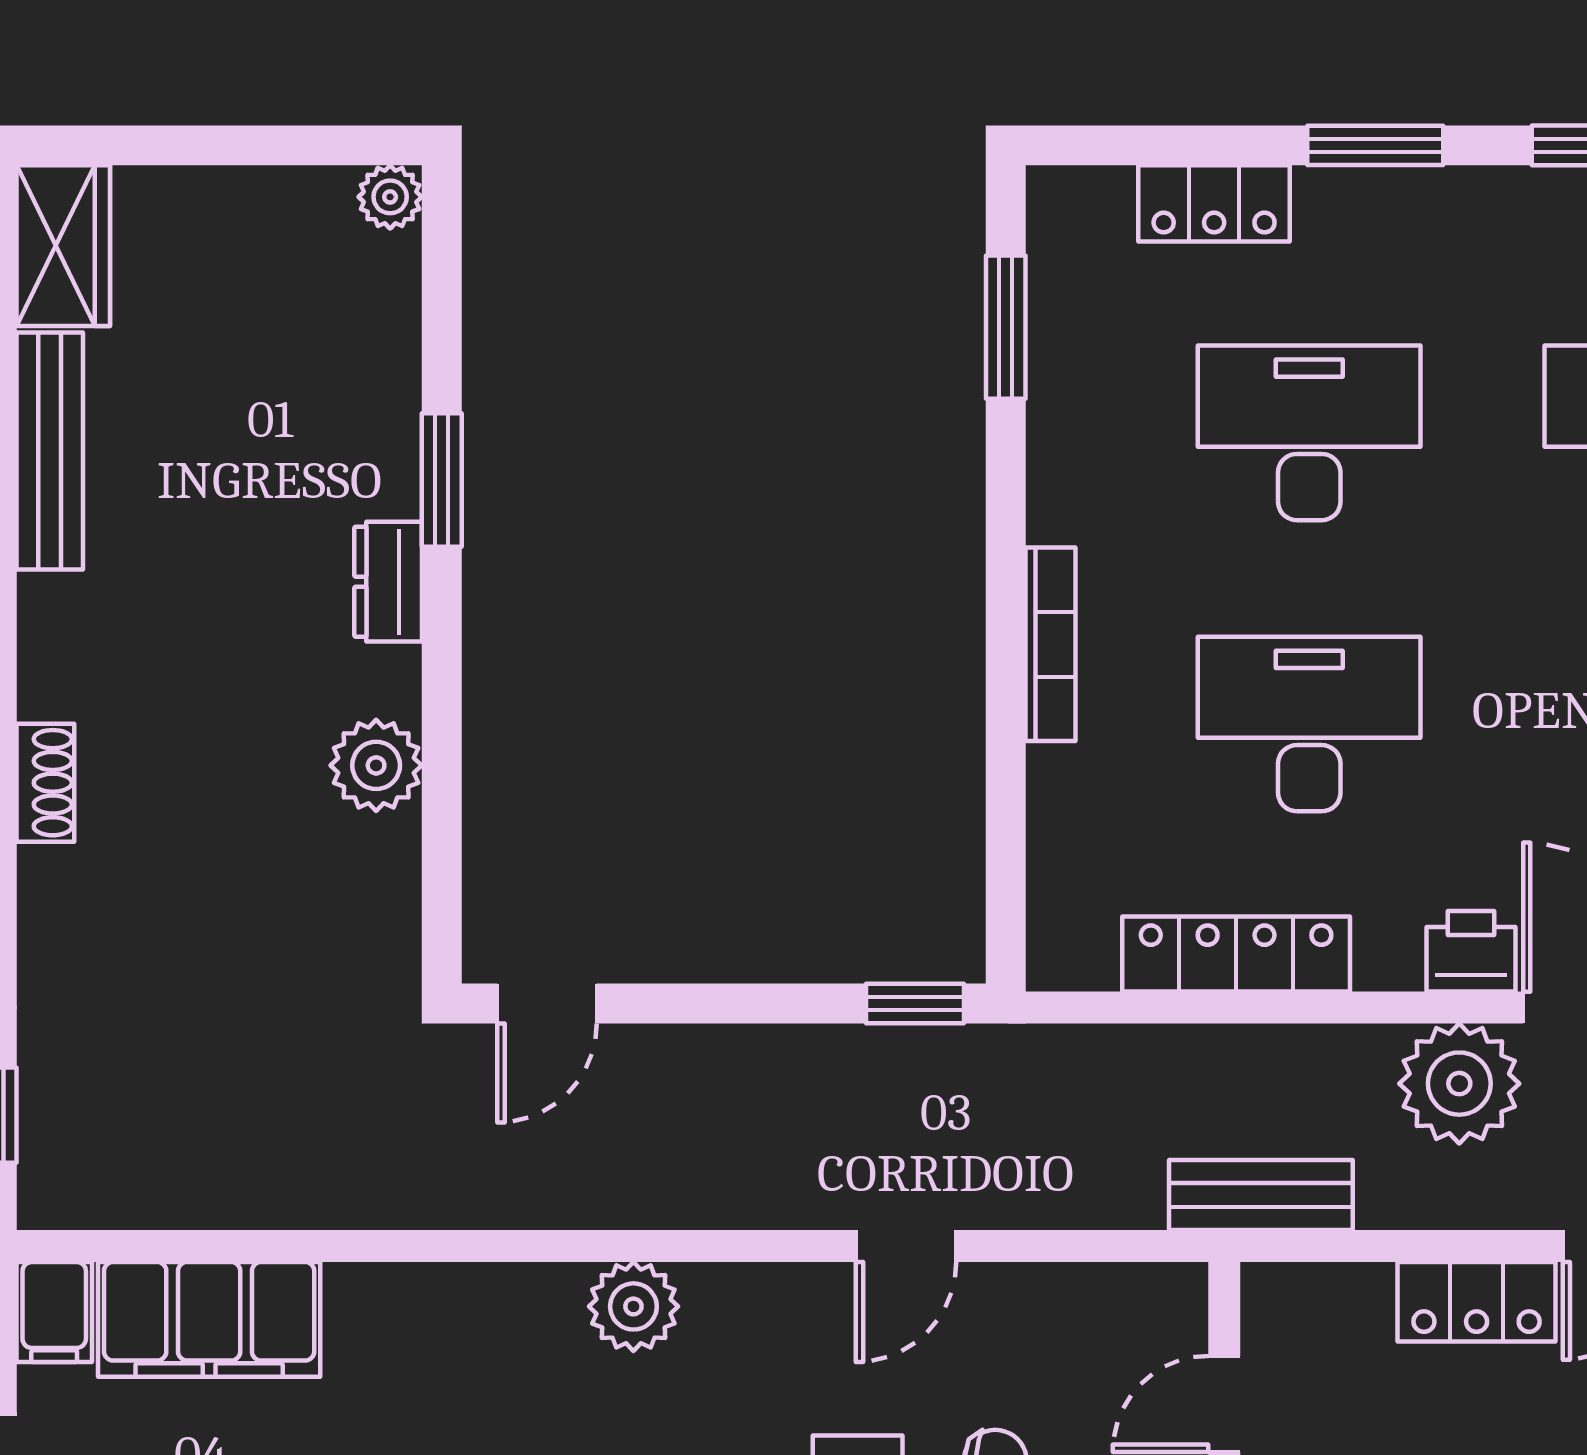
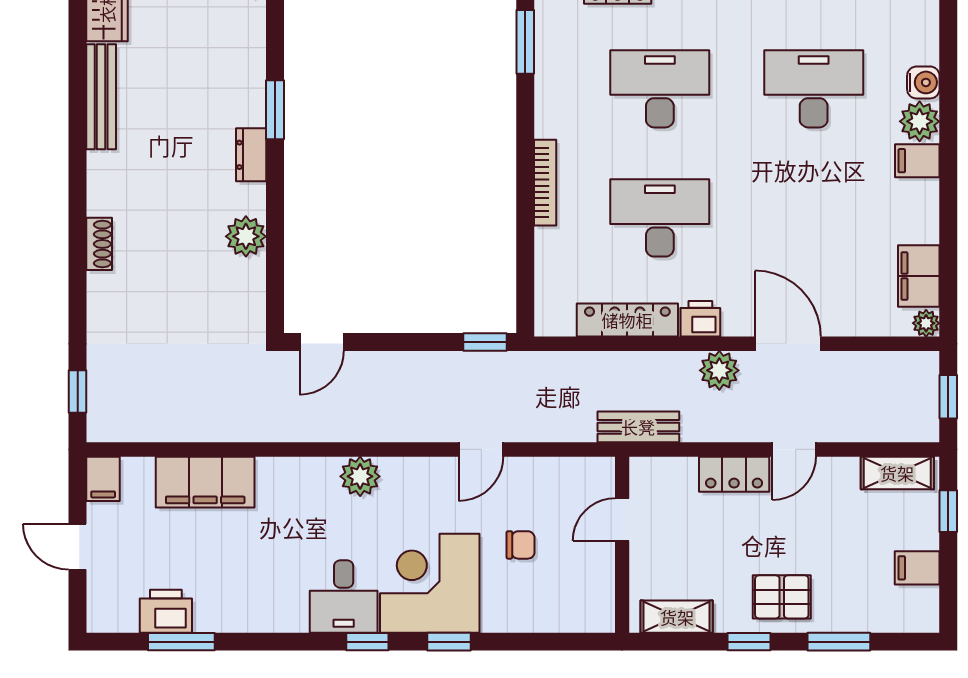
printer: (1471, 951) -> (700, 319), moved
plant: (1459, 1084) -> (719, 370), width x0.73, depth x0.73
filing cabinet: (209, 1319) -> (205, 482), moved

